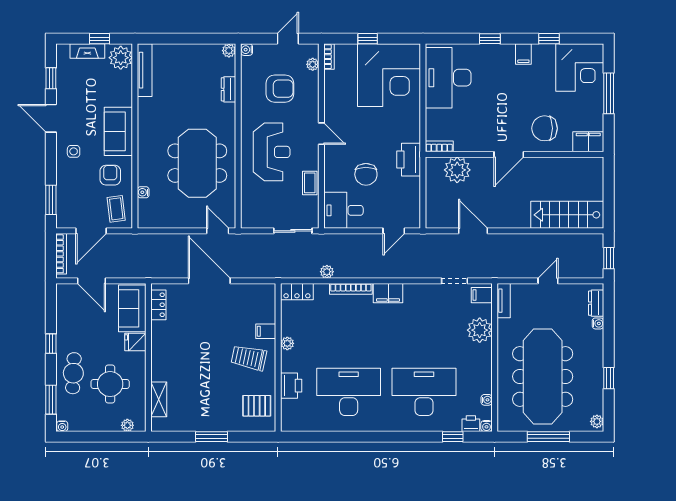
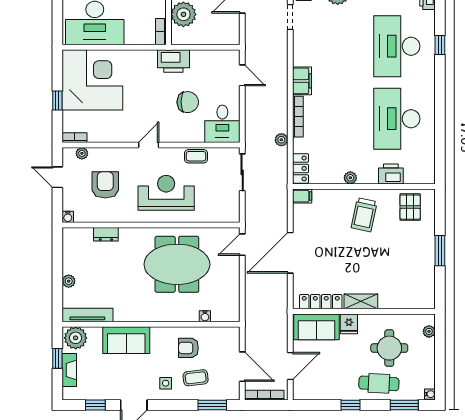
plant: (229, 51) -> (69, 281), moved
sofa: (118, 131) -> (126, 340), moved
coffee table: (116, 209) -> (196, 378), moved
locker: (158, 305) -> (321, 302), width x1.53
filing cabinet: (266, 331) -> (302, 196), moved, turned -90
shelving: (159, 399) -> (361, 301), moved
window: (453, 437) -> (440, 45), moved

